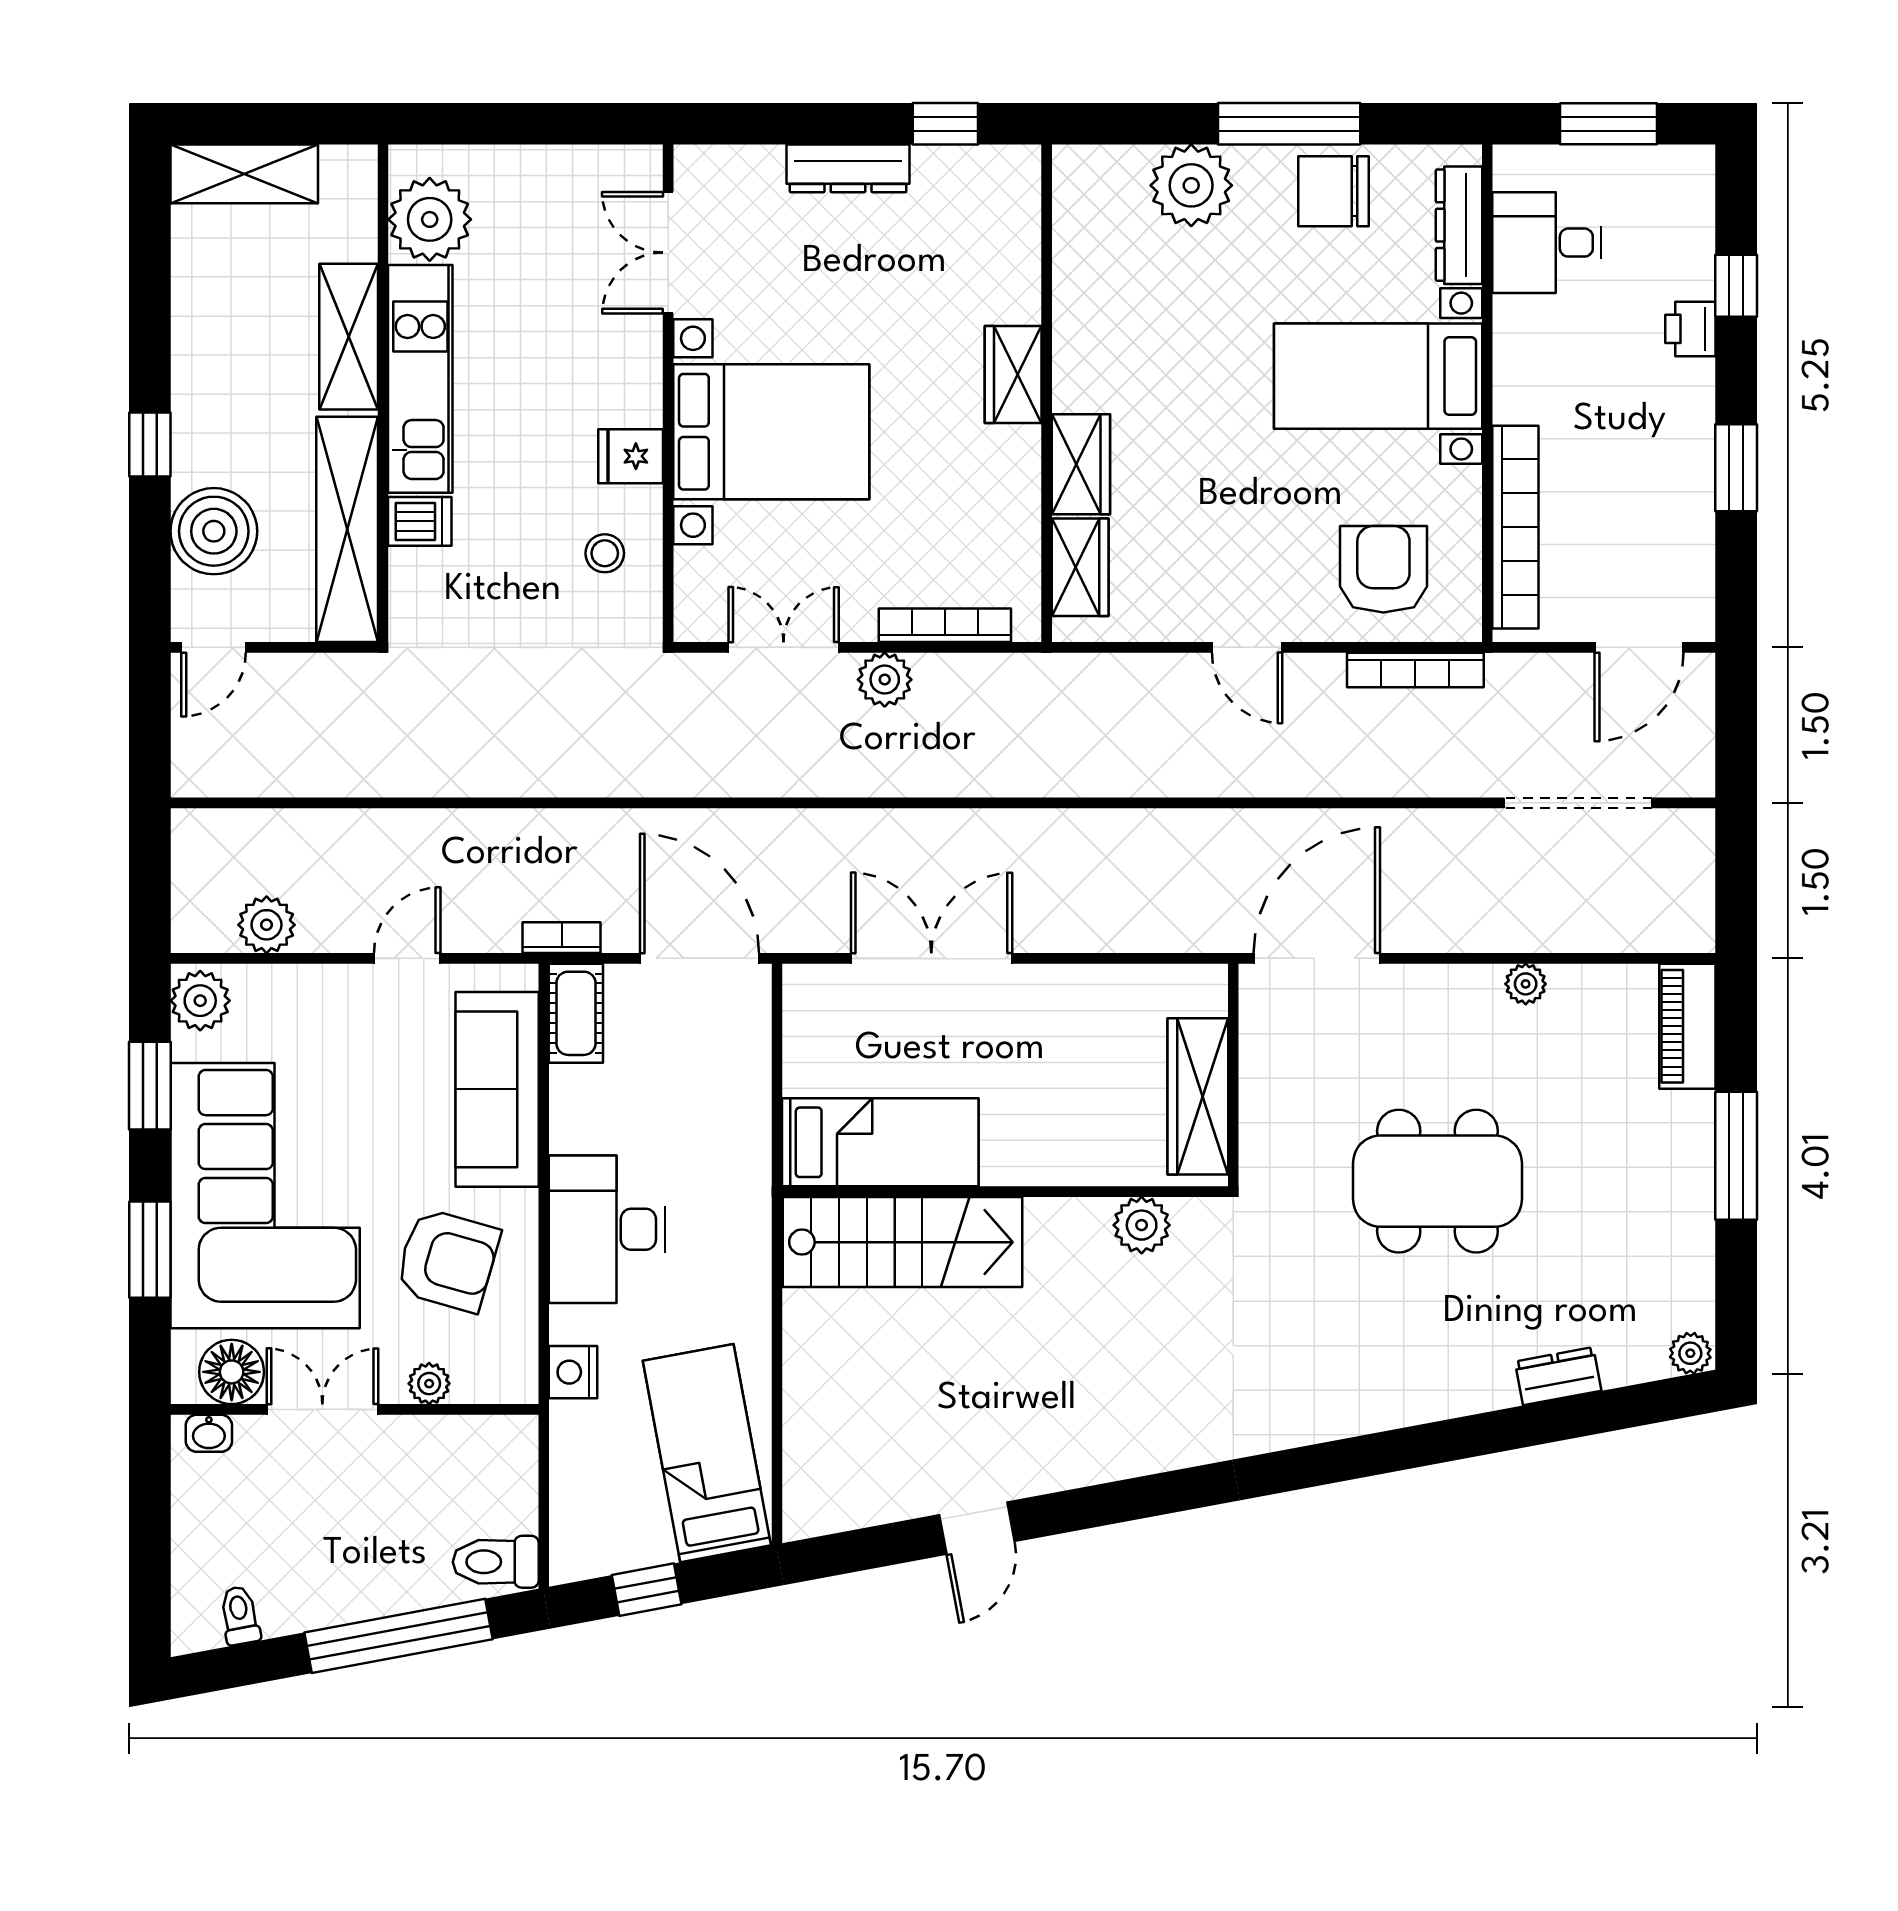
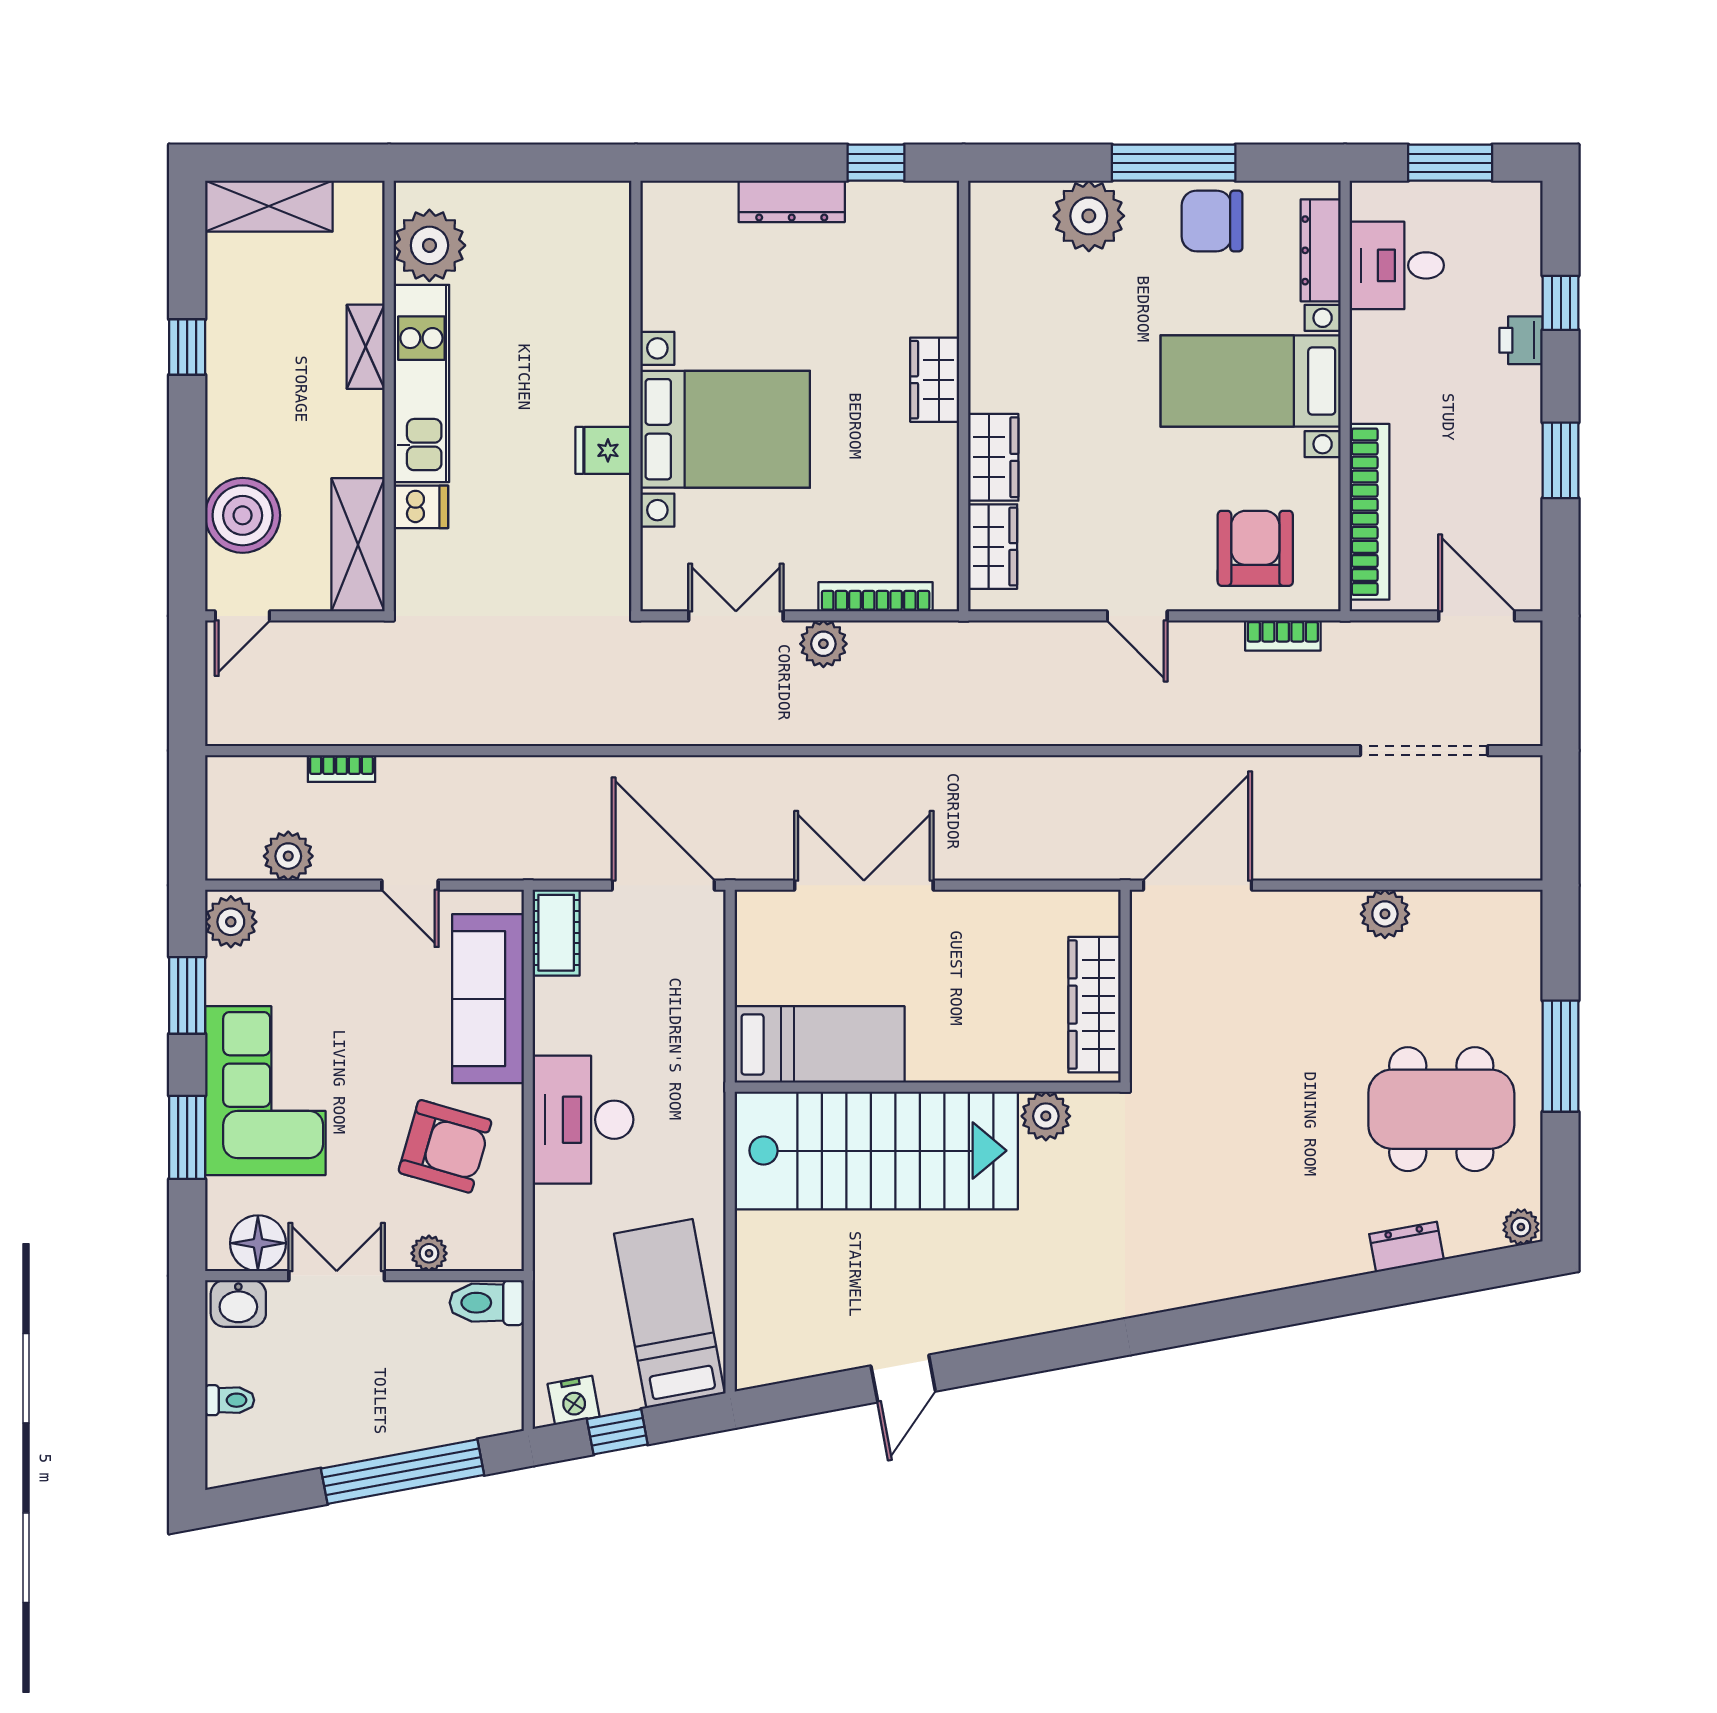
double door: (668, 253) -> (636, 274), removed
shelving: (349, 337) -> (366, 347), width x0.67, depth x0.75
window: (150, 445) -> (187, 347), moved
shelving: (347, 529) -> (358, 545), width x0.68
stool: (605, 553) -> (581, 534), removed
door: (1639, 647) -> (1477, 616), swing flipped
bookcase: (1415, 670) -> (1283, 635), width x0.64
bookcase: (562, 938) -> (341, 768), moved, turned 180
door: (407, 958) -> (410, 885), swing flipped
plant: (1526, 984) -> (1385, 914), width x1.38, depth x1.38
piano: (1687, 1026) -> (1518, 944), removed
dining table: (1437, 1181) -> (1441, 1109), moved
corner sofa: (265, 1196) -> (265, 1091), width x0.73, depth x0.74
stairs: (902, 1242) -> (877, 1151), width x1.36, depth x1.51
nightstand: (573, 1372) -> (574, 1400), moved, turned -101
washbasin: (209, 1433) -> (238, 1304), width x1.38, depth x1.45
toilet: (496, 1562) -> (487, 1303), moved
toilet: (240, 1615) -> (230, 1400), moved, turned 101

